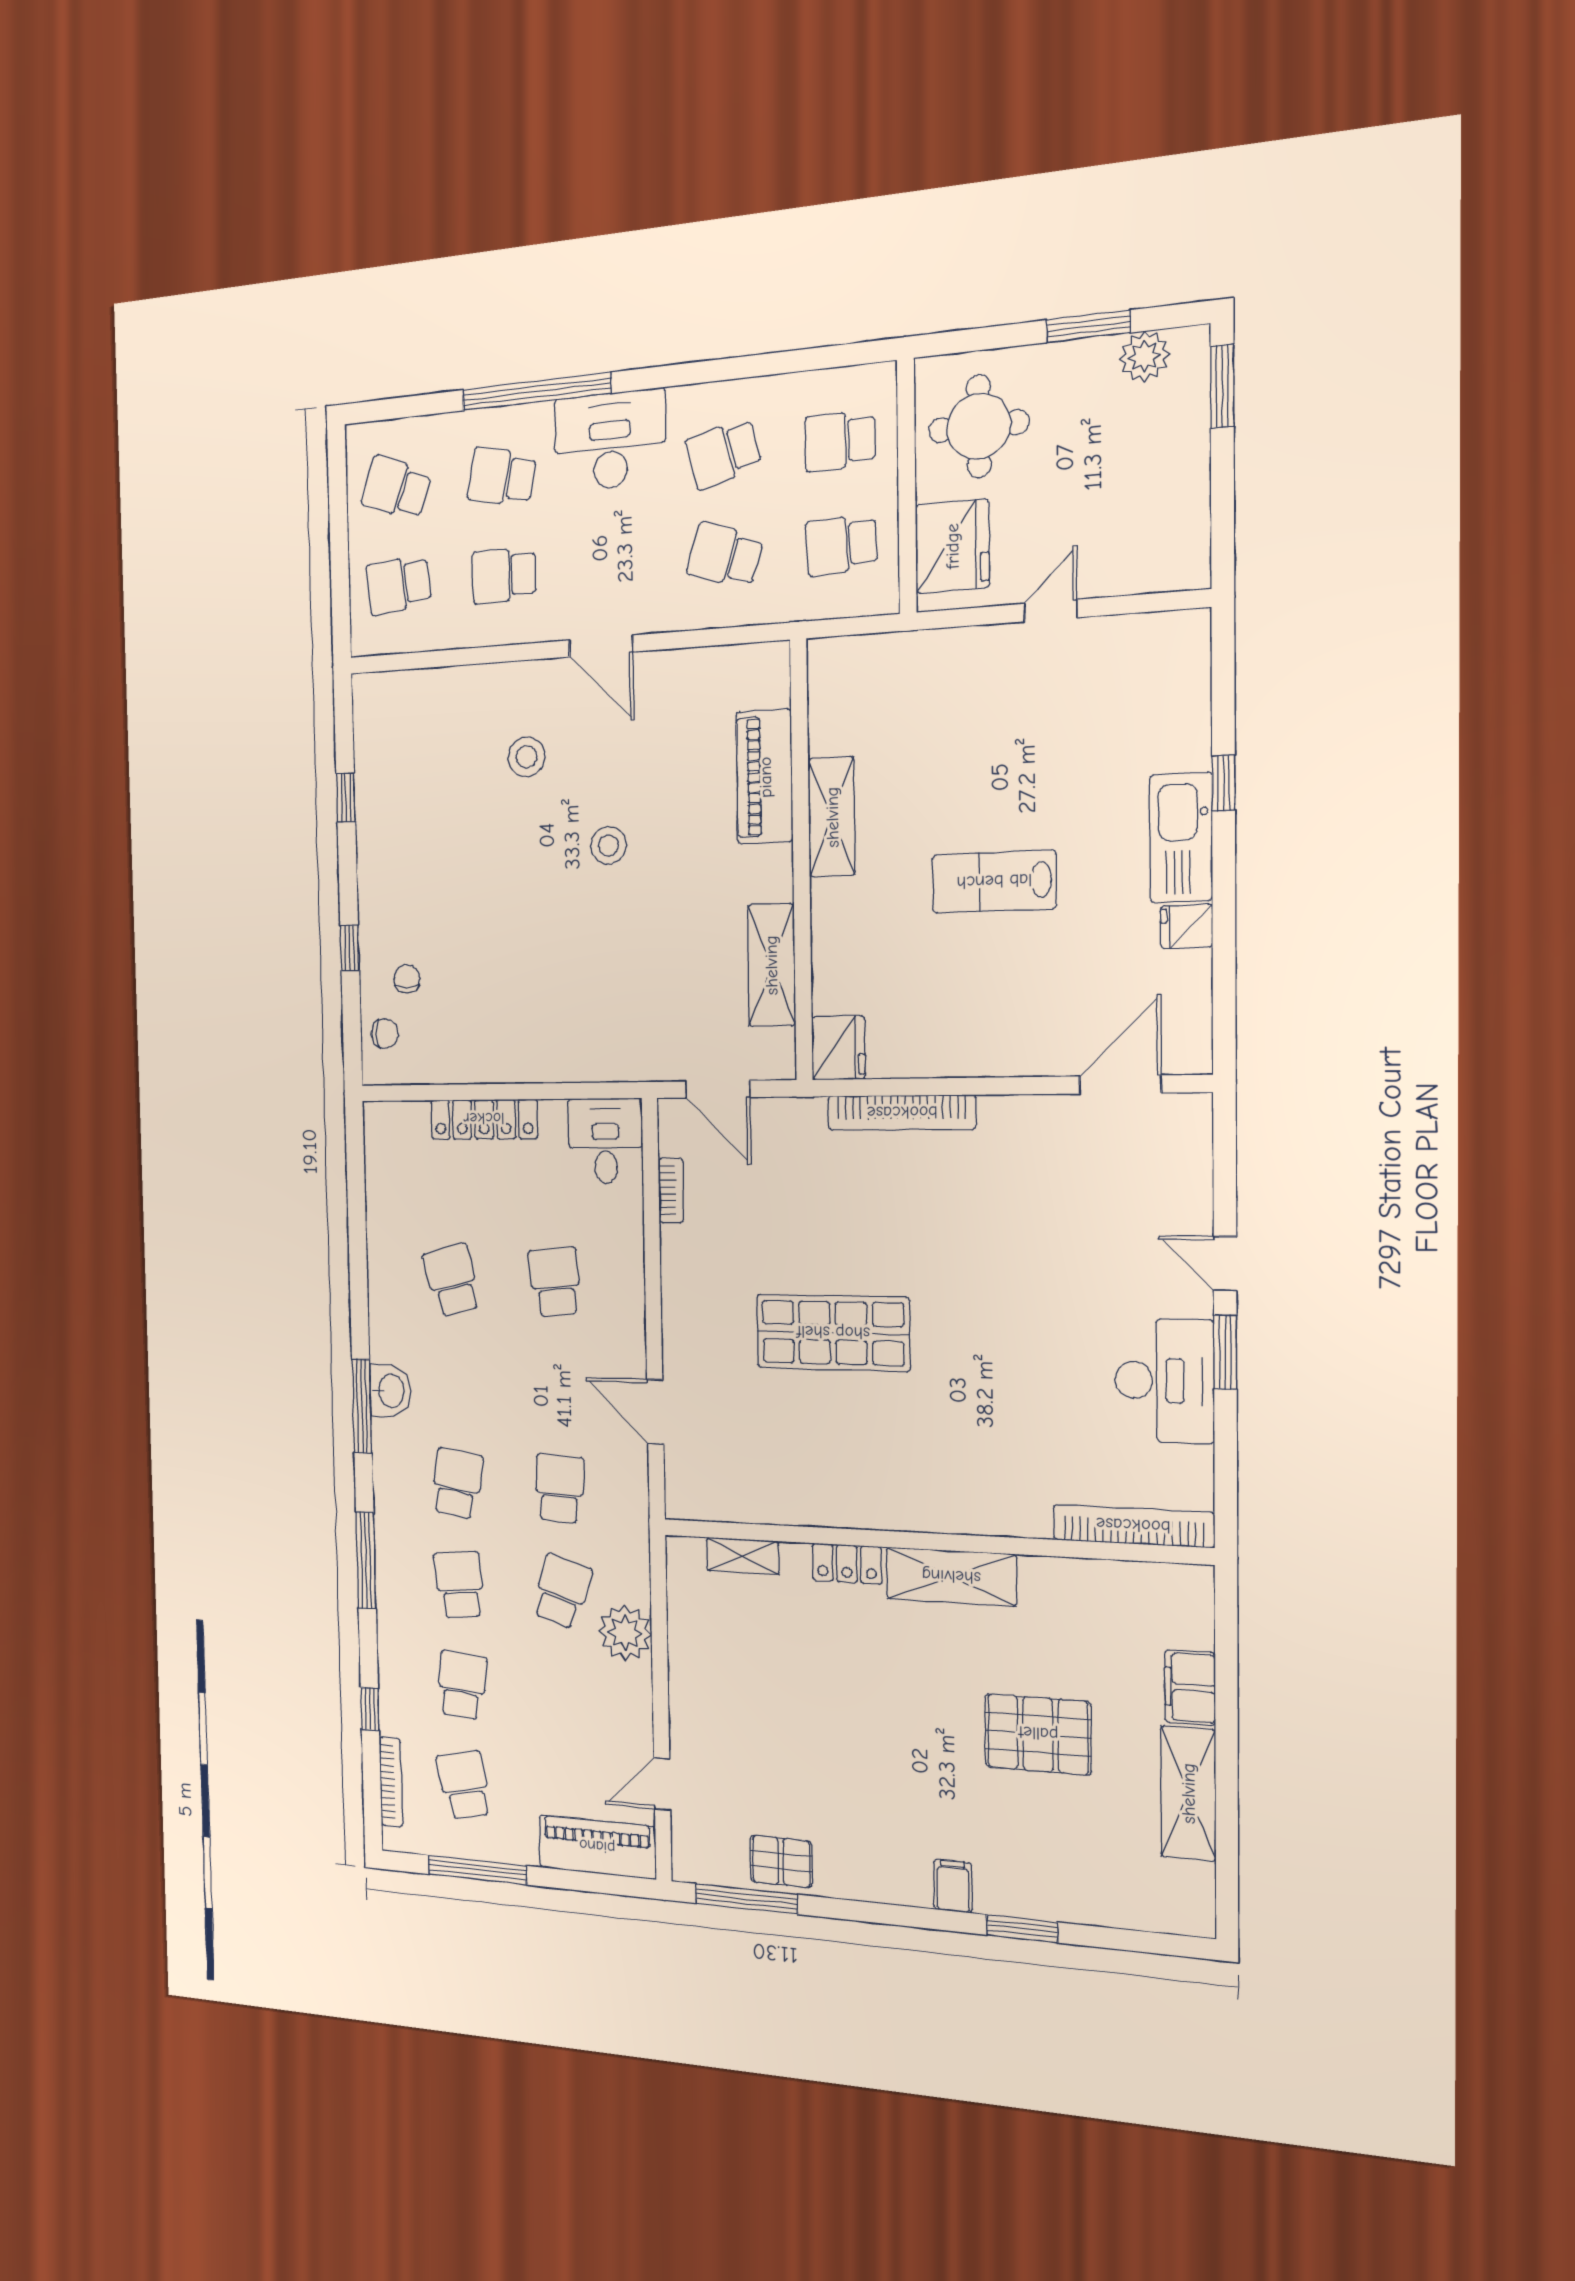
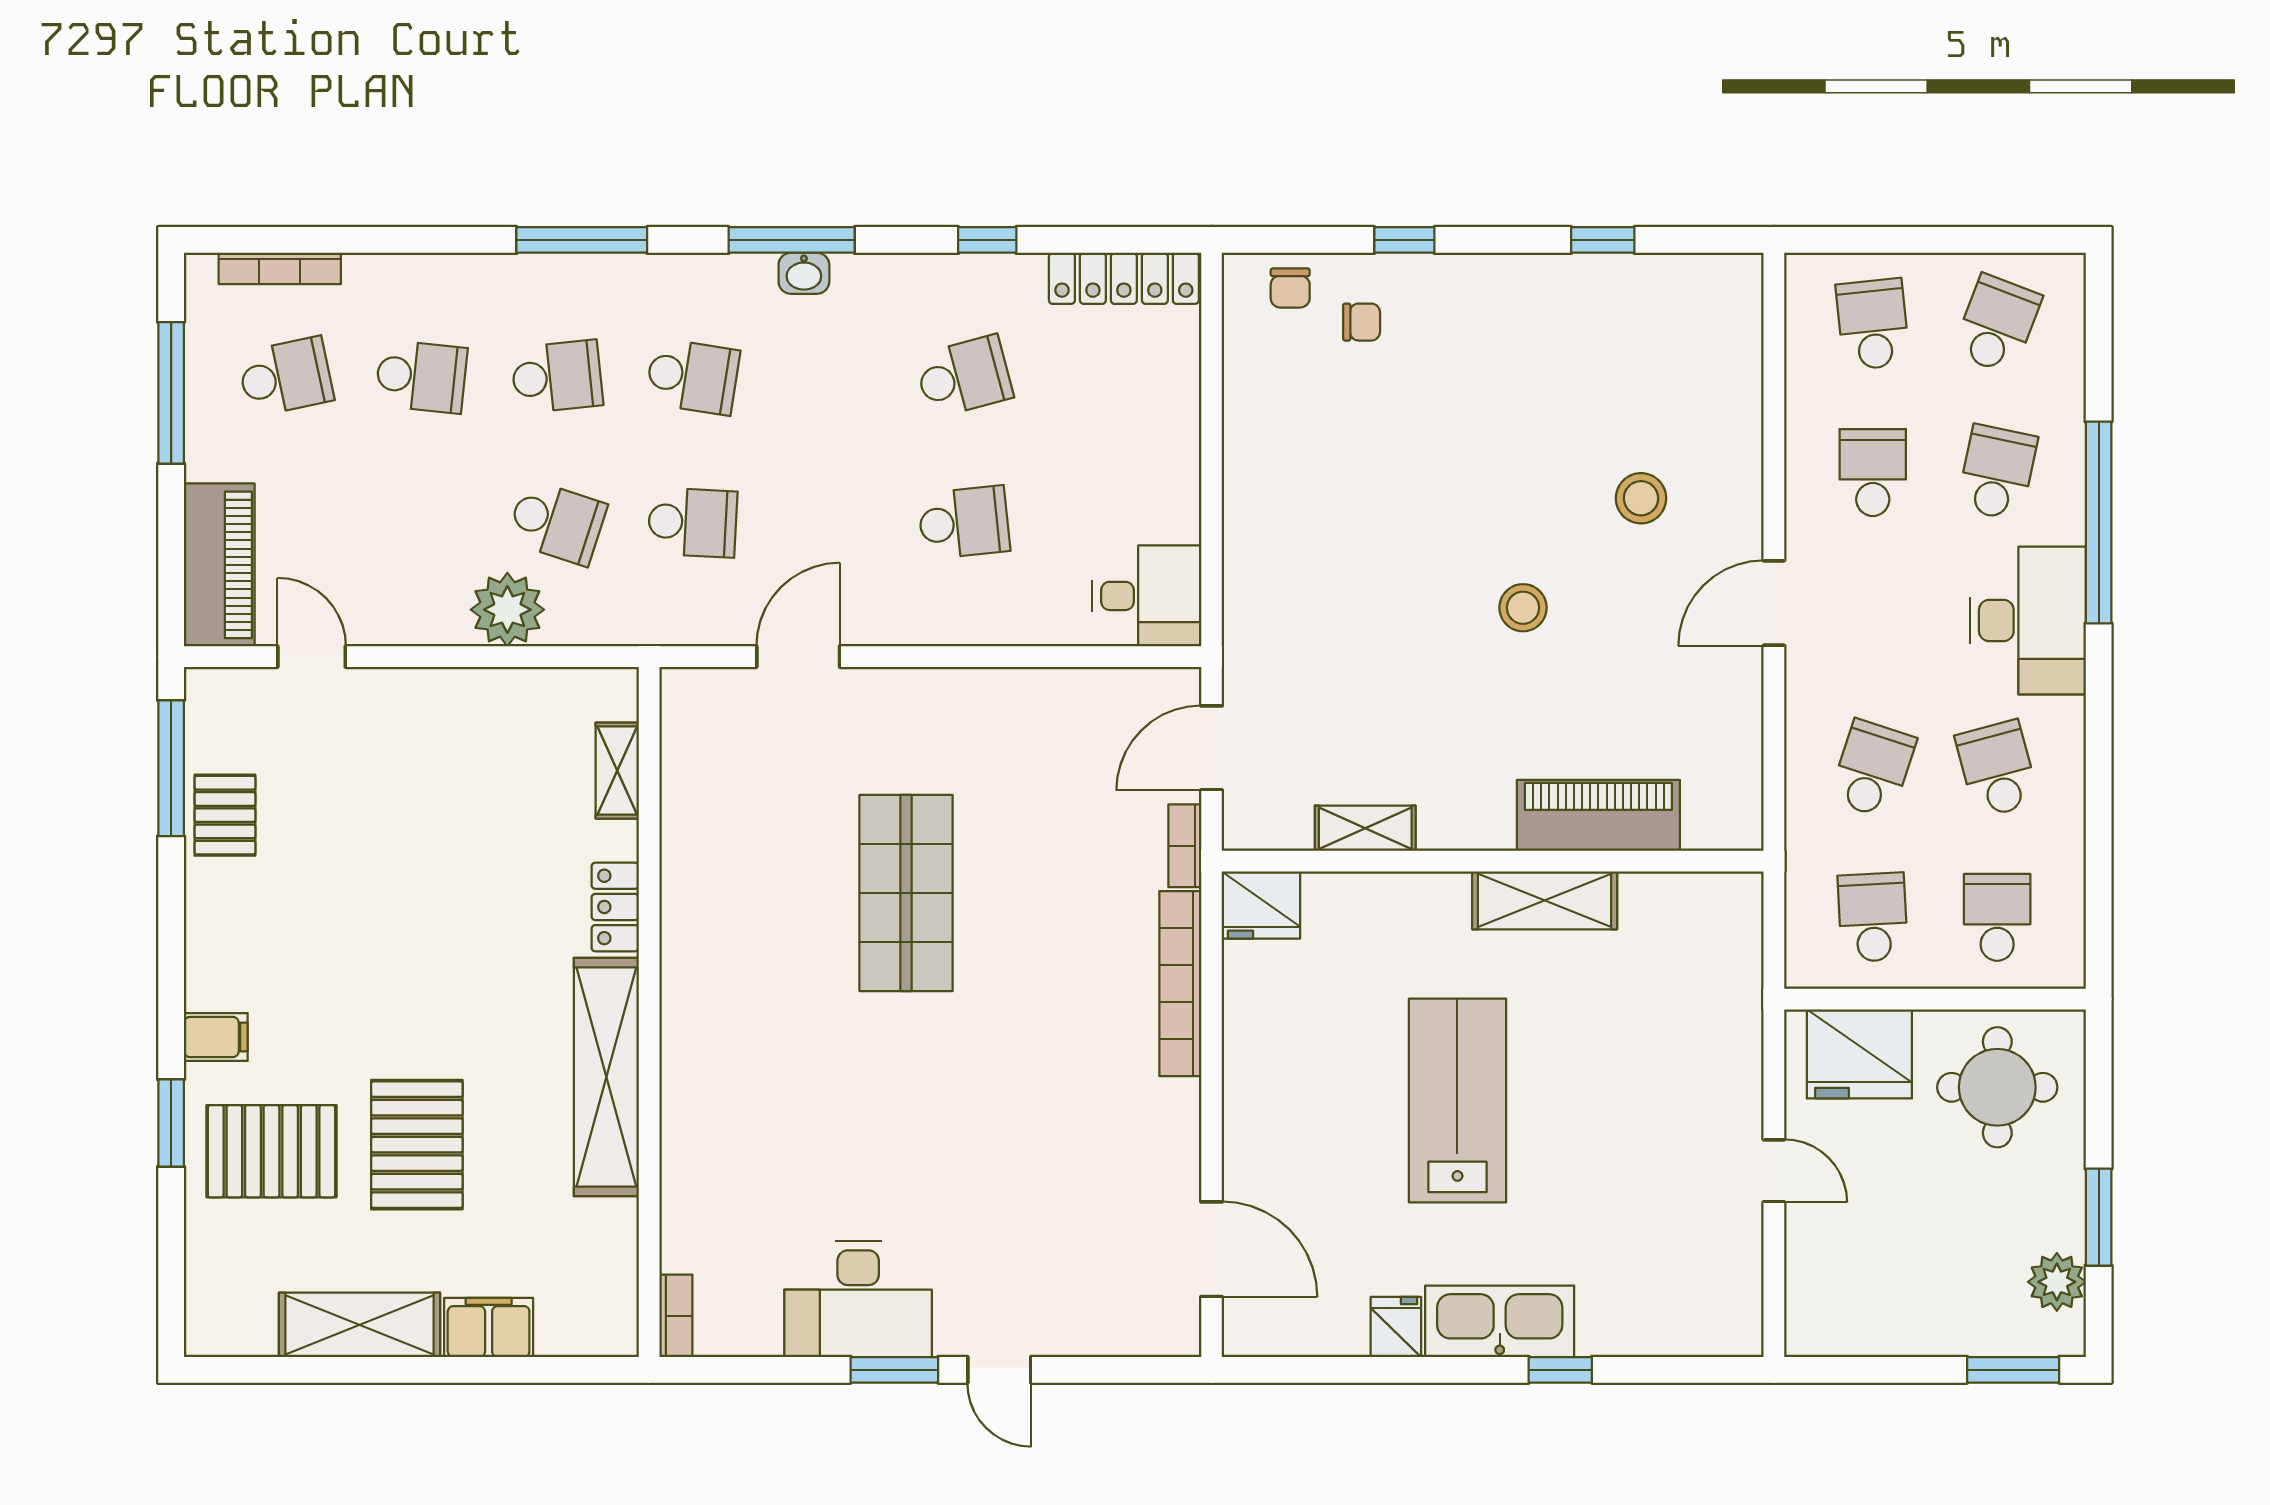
lab bench: (994, 882) -> (1457, 1100), width x1.36, depth x1.39
shelving: (771, 965) -> (1365, 828), width x0.67, depth x0.75
locker: (484, 1119) -> (1124, 278), moved, turned -90
bookcase: (671, 1190) -> (1185, 846), moved, turned 90
door: (1225, 1264) -> (999, 1370), swing flipped
washbasin: (390, 1391) -> (804, 273), width x0.72, depth x0.69
bookcase: (1133, 1526) -> (676, 1316), width x0.43, depth x0.76
shelving: (951, 1577) -> (606, 1077), width x1.47
window: (370, 1709) -> (987, 240), moved
pallet: (1044, 1851) -> (272, 1151), added

